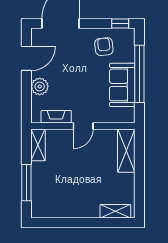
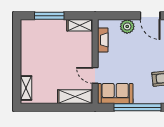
sofa: (122, 85) -> (115, 94), moved
door: (83, 126) -> (95, 75), moved

